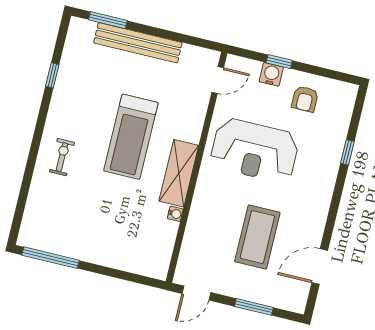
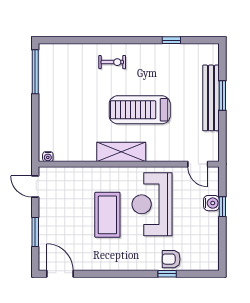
window: (108, 20) -> (222, 96), moved
armchair: (305, 99) -> (171, 259), moved
water cooler: (175, 214) -> (48, 157), moved
coffee table: (257, 237) -> (107, 215), moved, turned 90
door: (320, 267) -> (60, 274), moved

